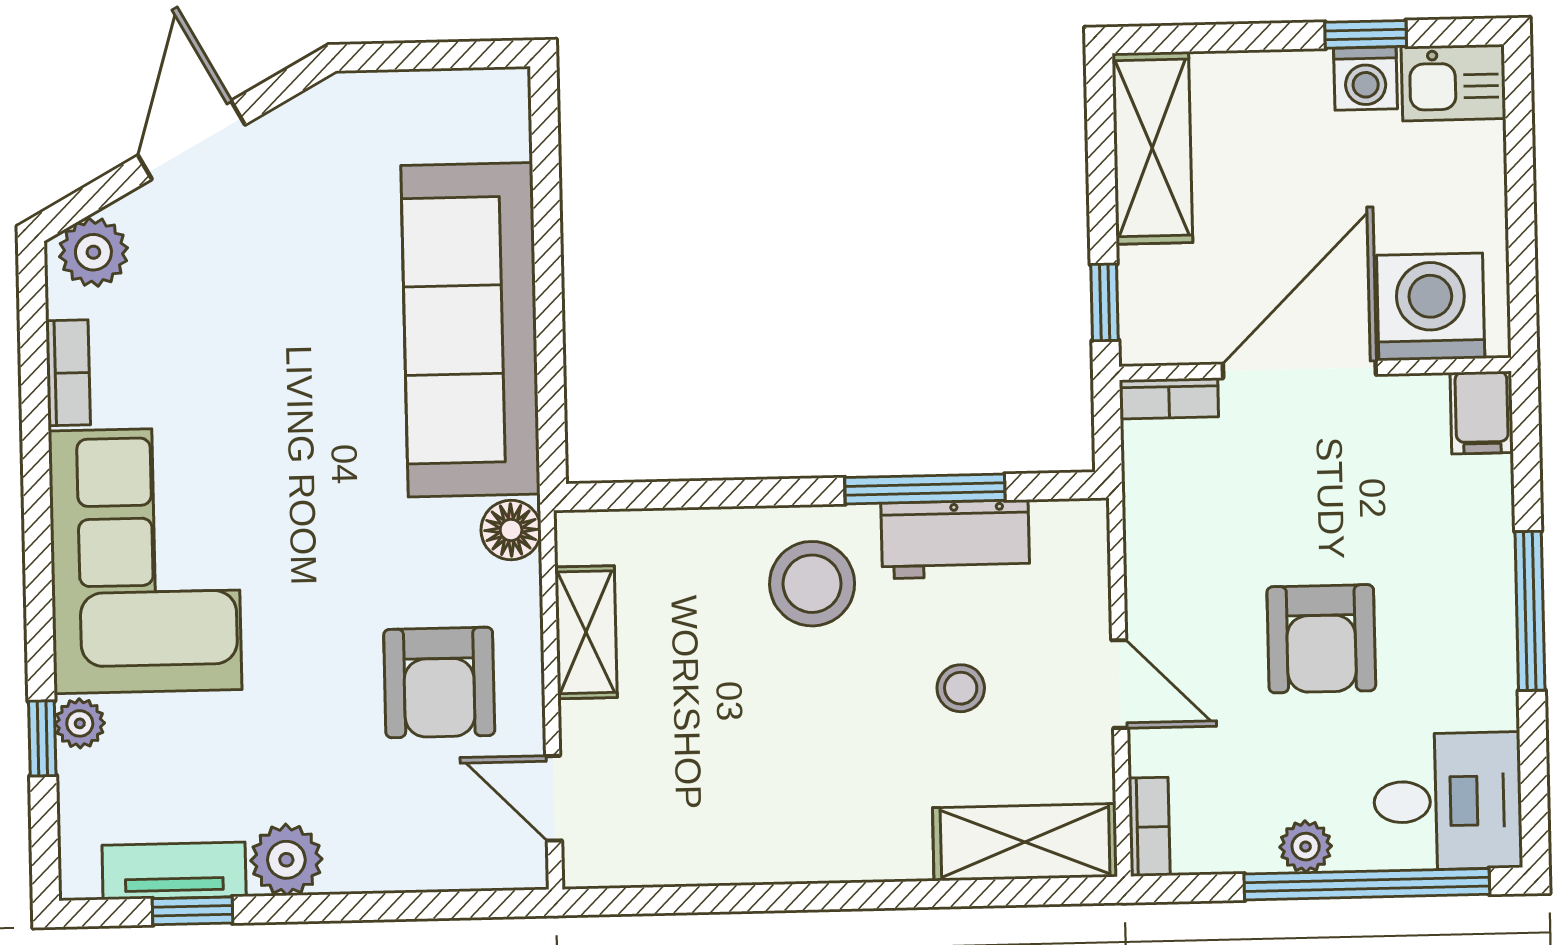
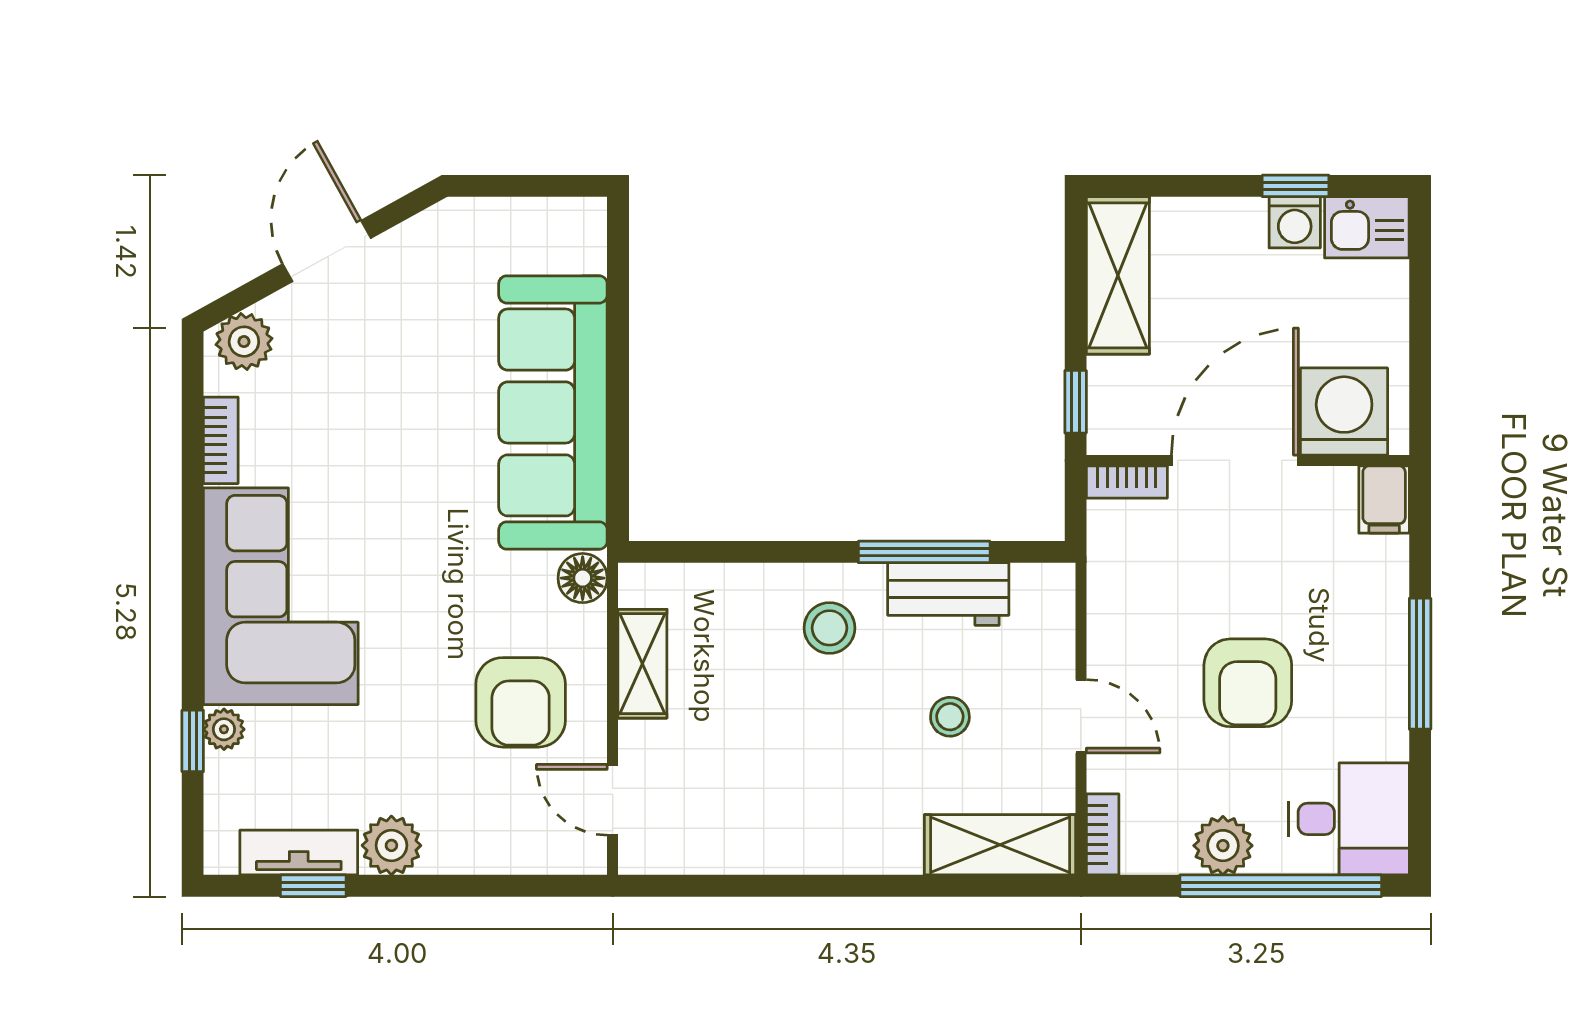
stool: (812, 584) -> (830, 628), width x0.73, depth x0.73
plant: (1306, 847) -> (1223, 846), width x1.38, depth x1.38

